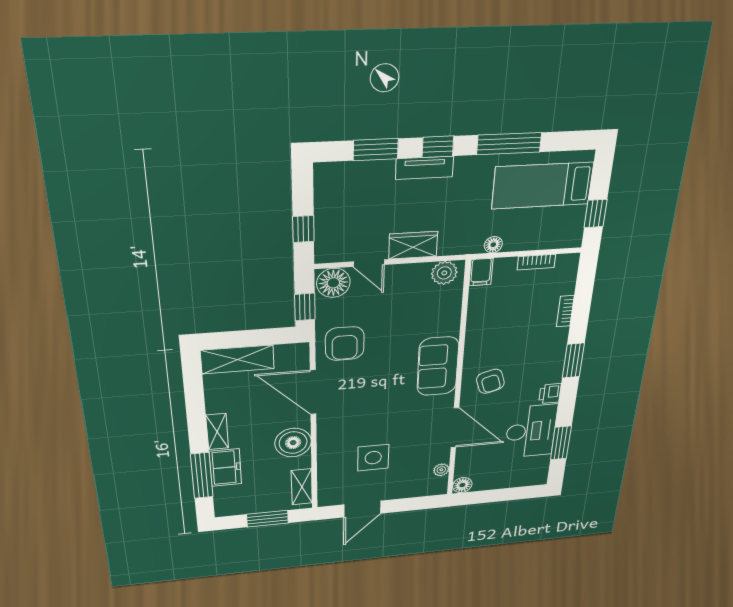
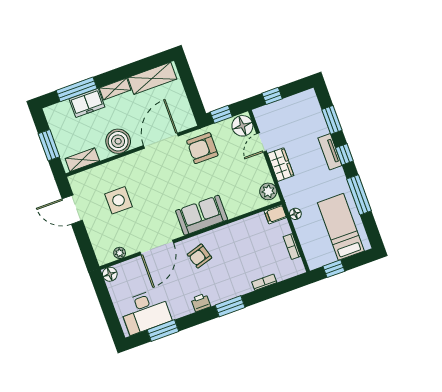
shelving: (237, 360) -> (152, 78), moved, turned 90
desk: (531, 431) -> (145, 312), moved

